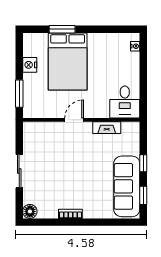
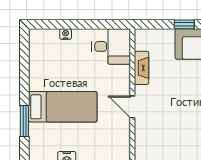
nightstand: (135, 46) -> (66, 34), moved
bed: (68, 61) -> (63, 107), width x0.67

